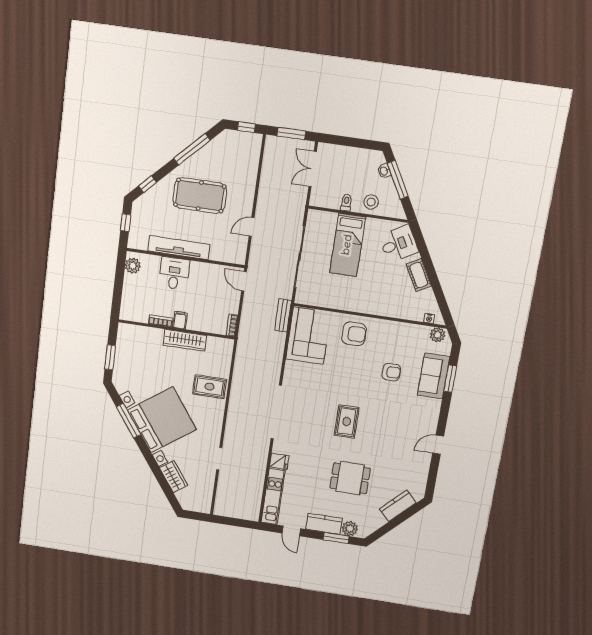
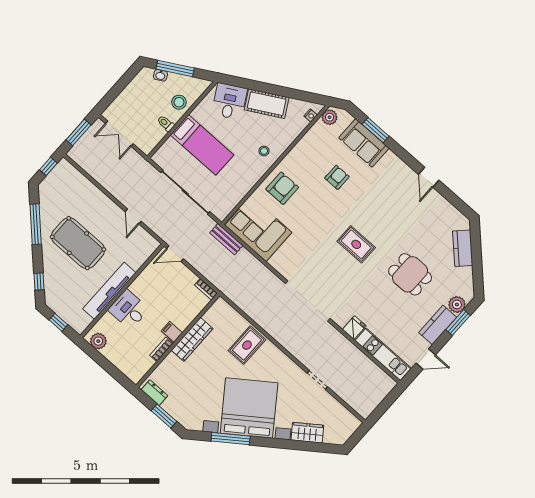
pool table: (200, 196) -> (78, 243), turned 90
cot: (419, 275) -> (267, 104), width x1.37, depth x1.34
stool: (375, 299) -> (264, 151), added
dresser: (123, 338) -> (154, 393), added
dining table: (350, 478) -> (410, 274), turned 90

